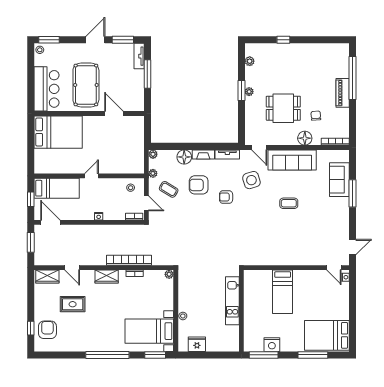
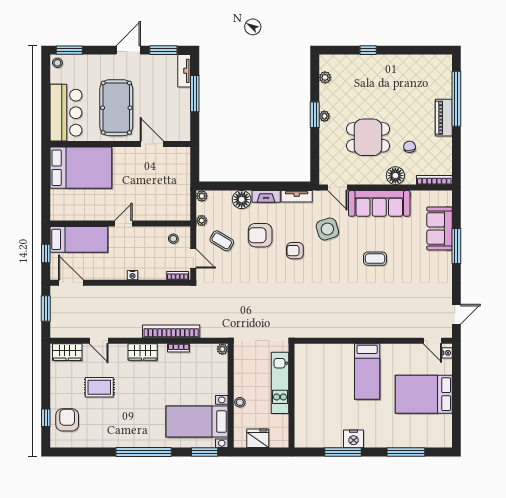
kitchen unit: (232, 301) -> (280, 383), moved
wall: (241, 311) -> (292, 396), moved
bed: (327, 335) -> (424, 394), moved

